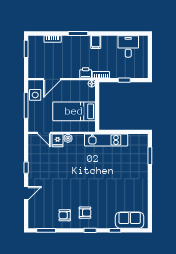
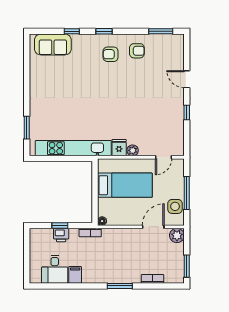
filing cabinet: (96, 42) -> (75, 275), moved
plant: (34, 73) -> (177, 235), added
printer: (86, 73) -> (61, 235), moved
door: (44, 133) -> (164, 157), swing flipped
fridge: (58, 140) -> (119, 148), moved
kitchen unit: (106, 140) -> (73, 148), width x1.36
door: (26, 193) -> (187, 79), hinge flipped

